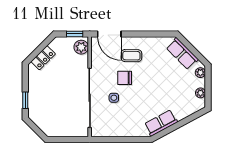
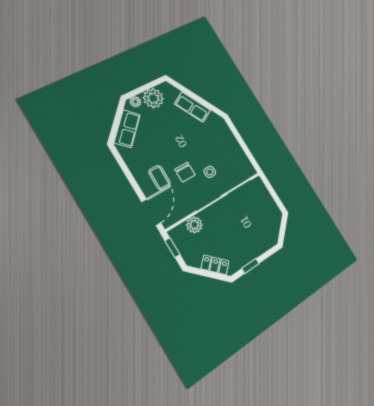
plant: (81, 47) -> (194, 225), moved
plant: (200, 93) -> (153, 98), width x1.88, depth x1.88
window: (25, 100) -> (250, 266), moved
row of seats: (161, 123) -> (193, 107), moved

